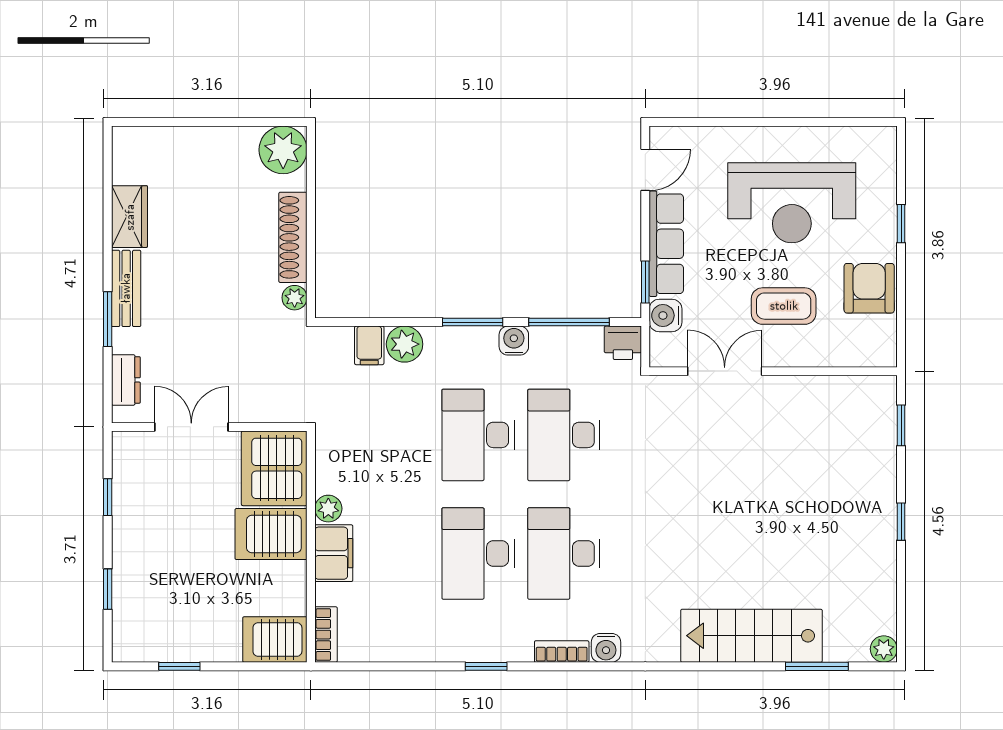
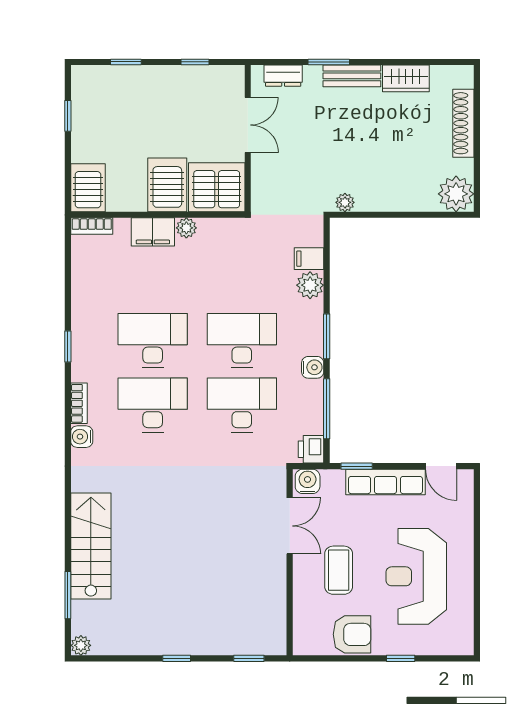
shoe rack: (293, 237) -> (463, 123), moved, turned -90
water cooler: (666, 315) -> (308, 481), moved

